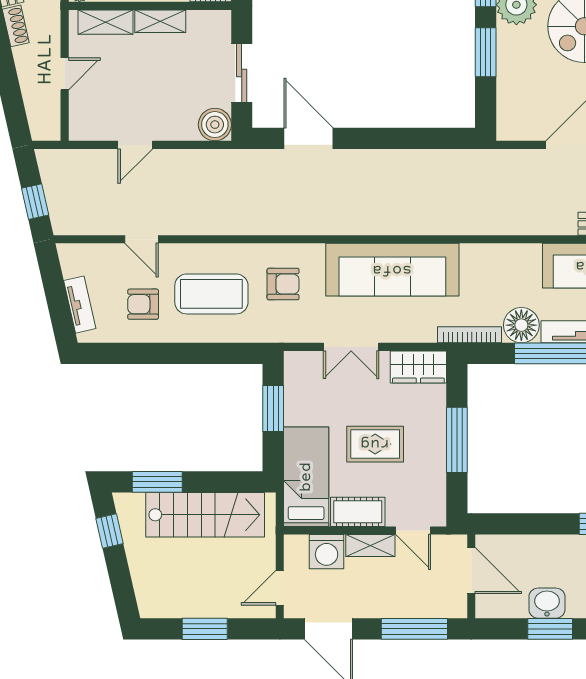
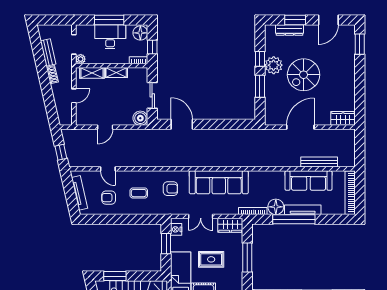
coffee table: (211, 294) -> (139, 193), width x0.54, depth x0.58
tv unit: (80, 305) -> (80, 193), width x1.41
nightstand: (296, 376) -> (176, 229), added

